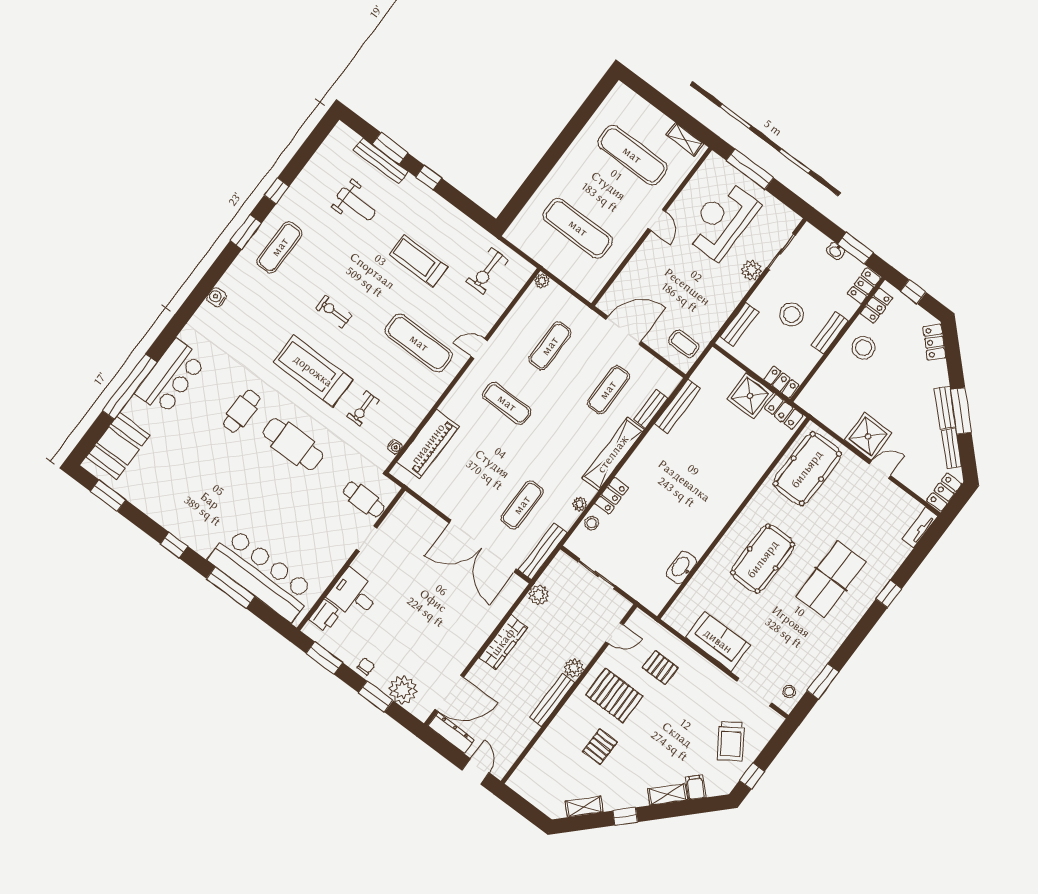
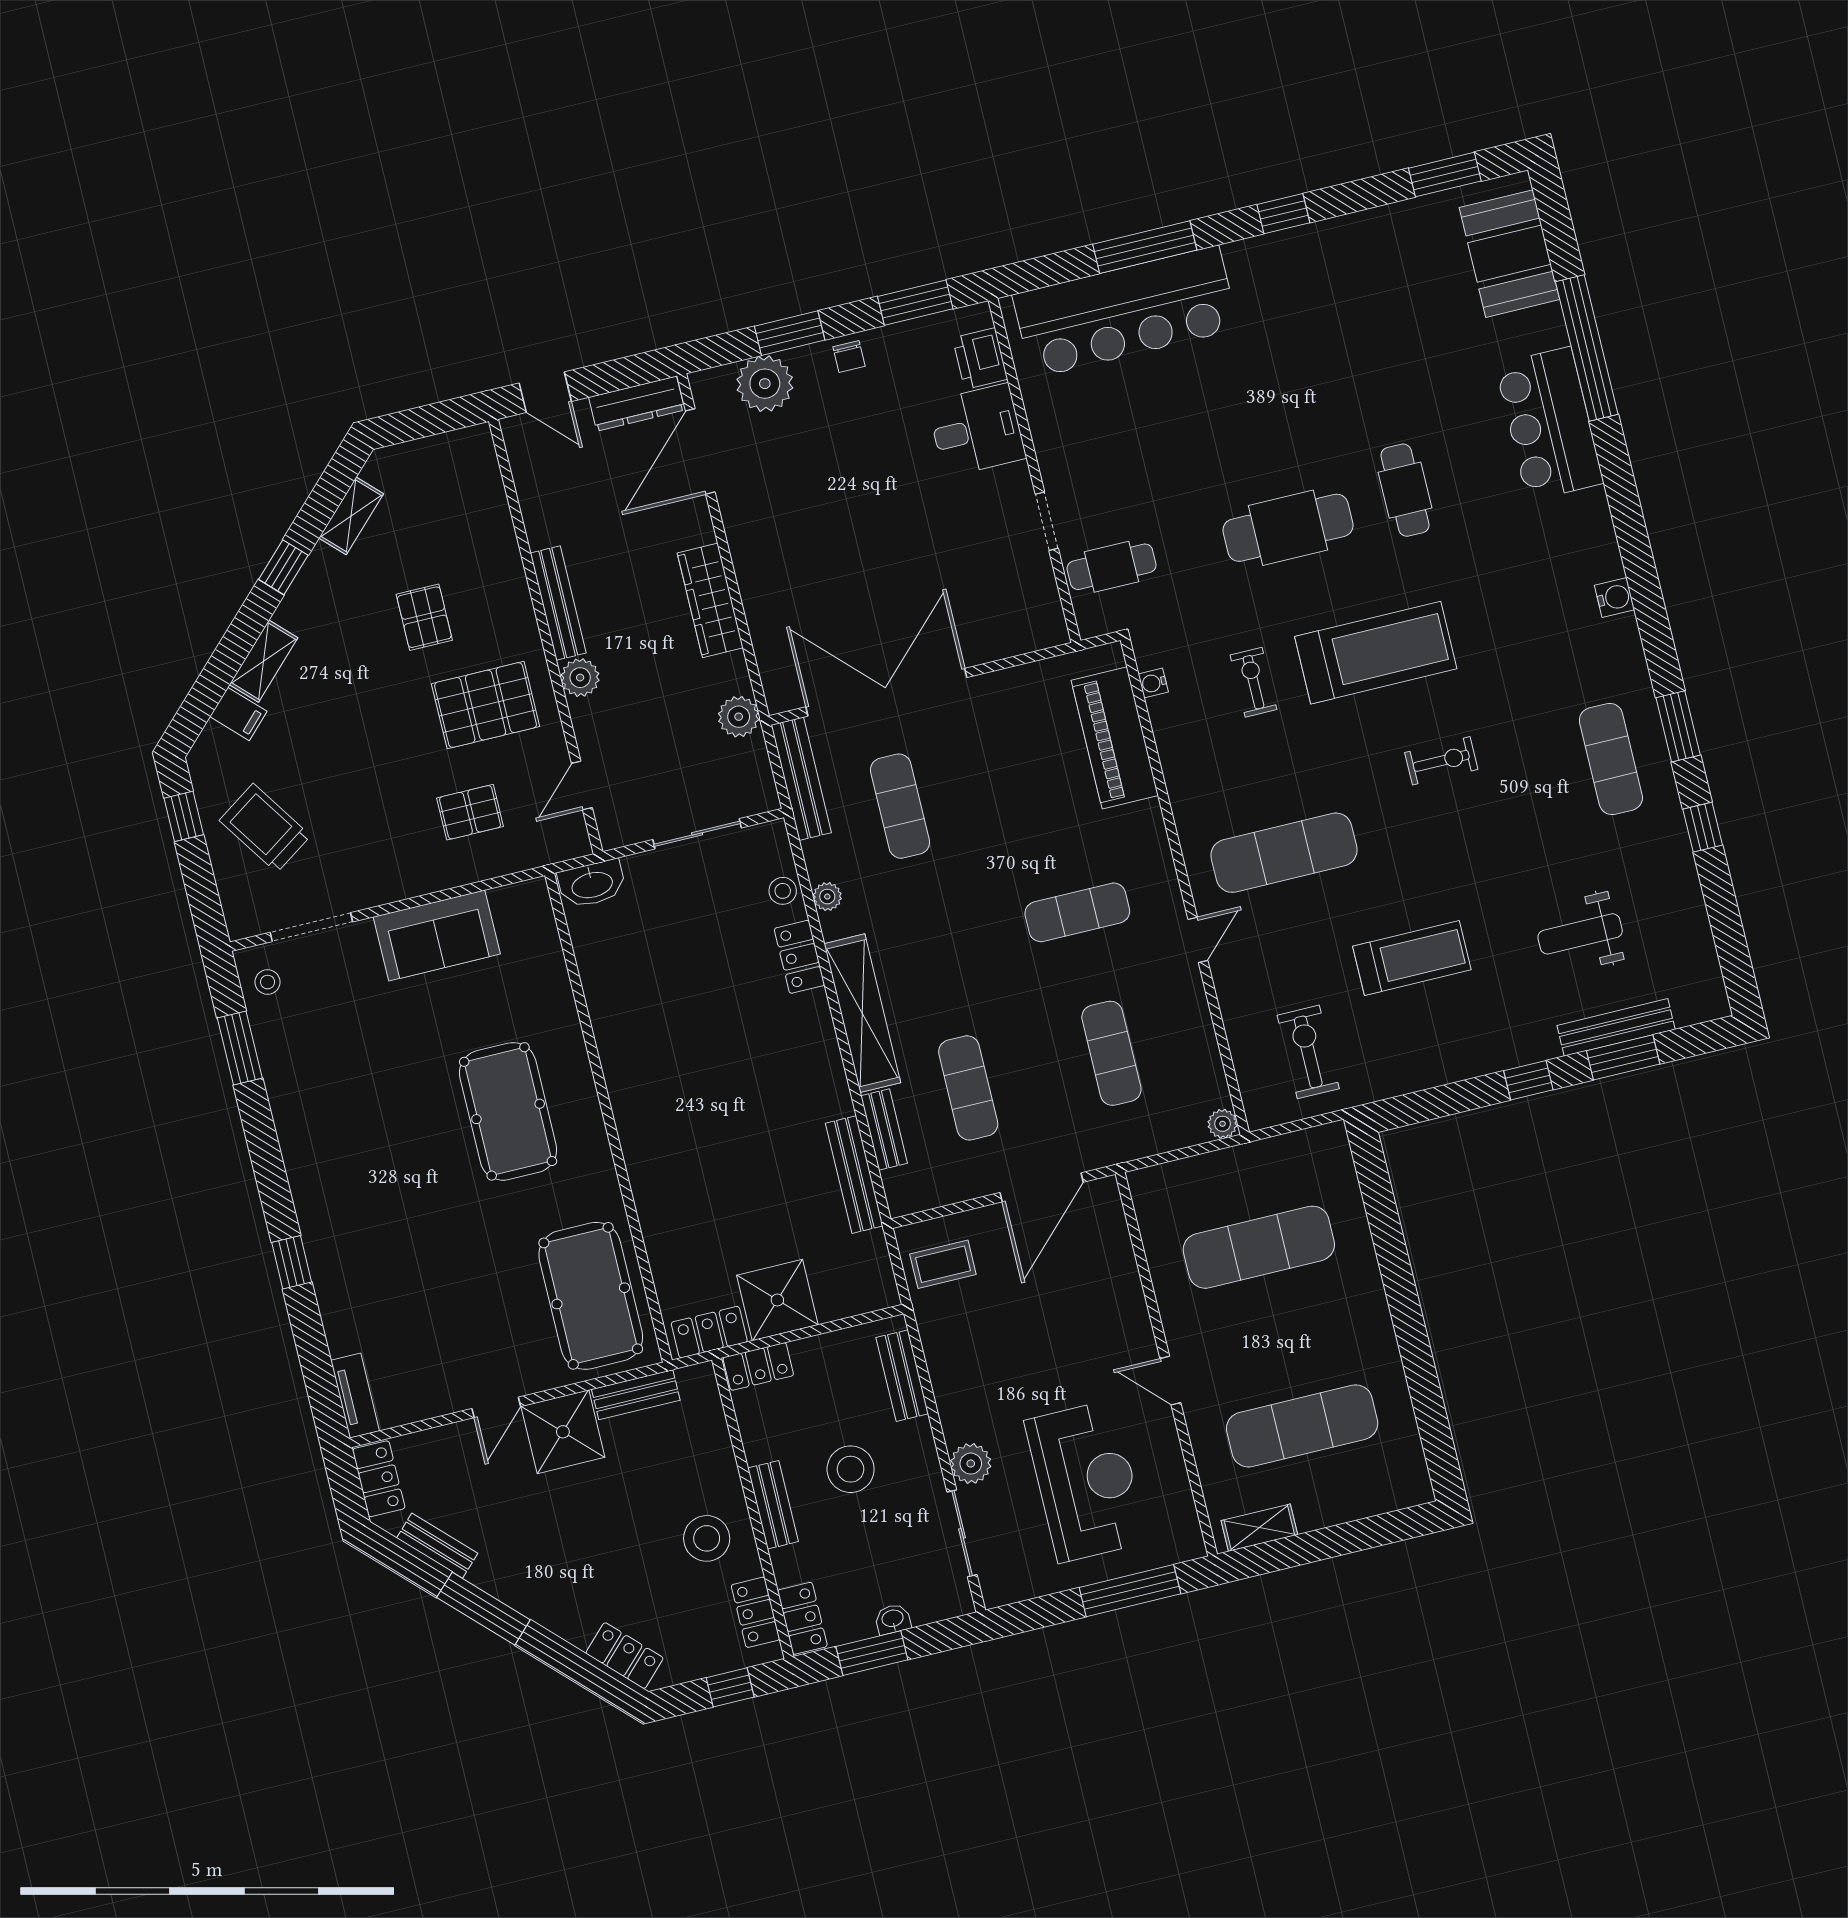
bench: (945, 408) -> (636, 1395), moved, turned -45
washbasin: (682, 567) -> (592, 884), moved, turned 90
table tennis table: (831, 579) -> (388, 1191), removed

